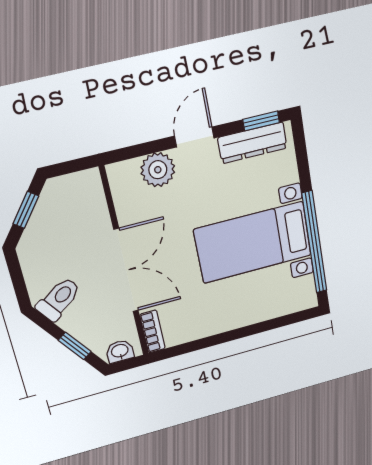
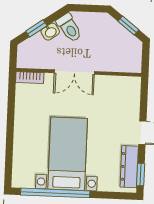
plant: (158, 170) -> (129, 107), removed
double door: (126, 270) -> (74, 72), width x0.73
washbasin: (120, 351) -> (50, 32), moved, turned 55

